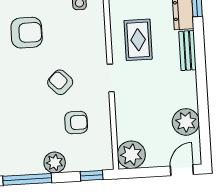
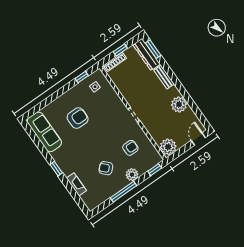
rug: (138, 40) -> (136, 87), removed
armchair: (60, 82) -> (106, 168), moved
plant: (186, 122) -> (179, 104), moved

